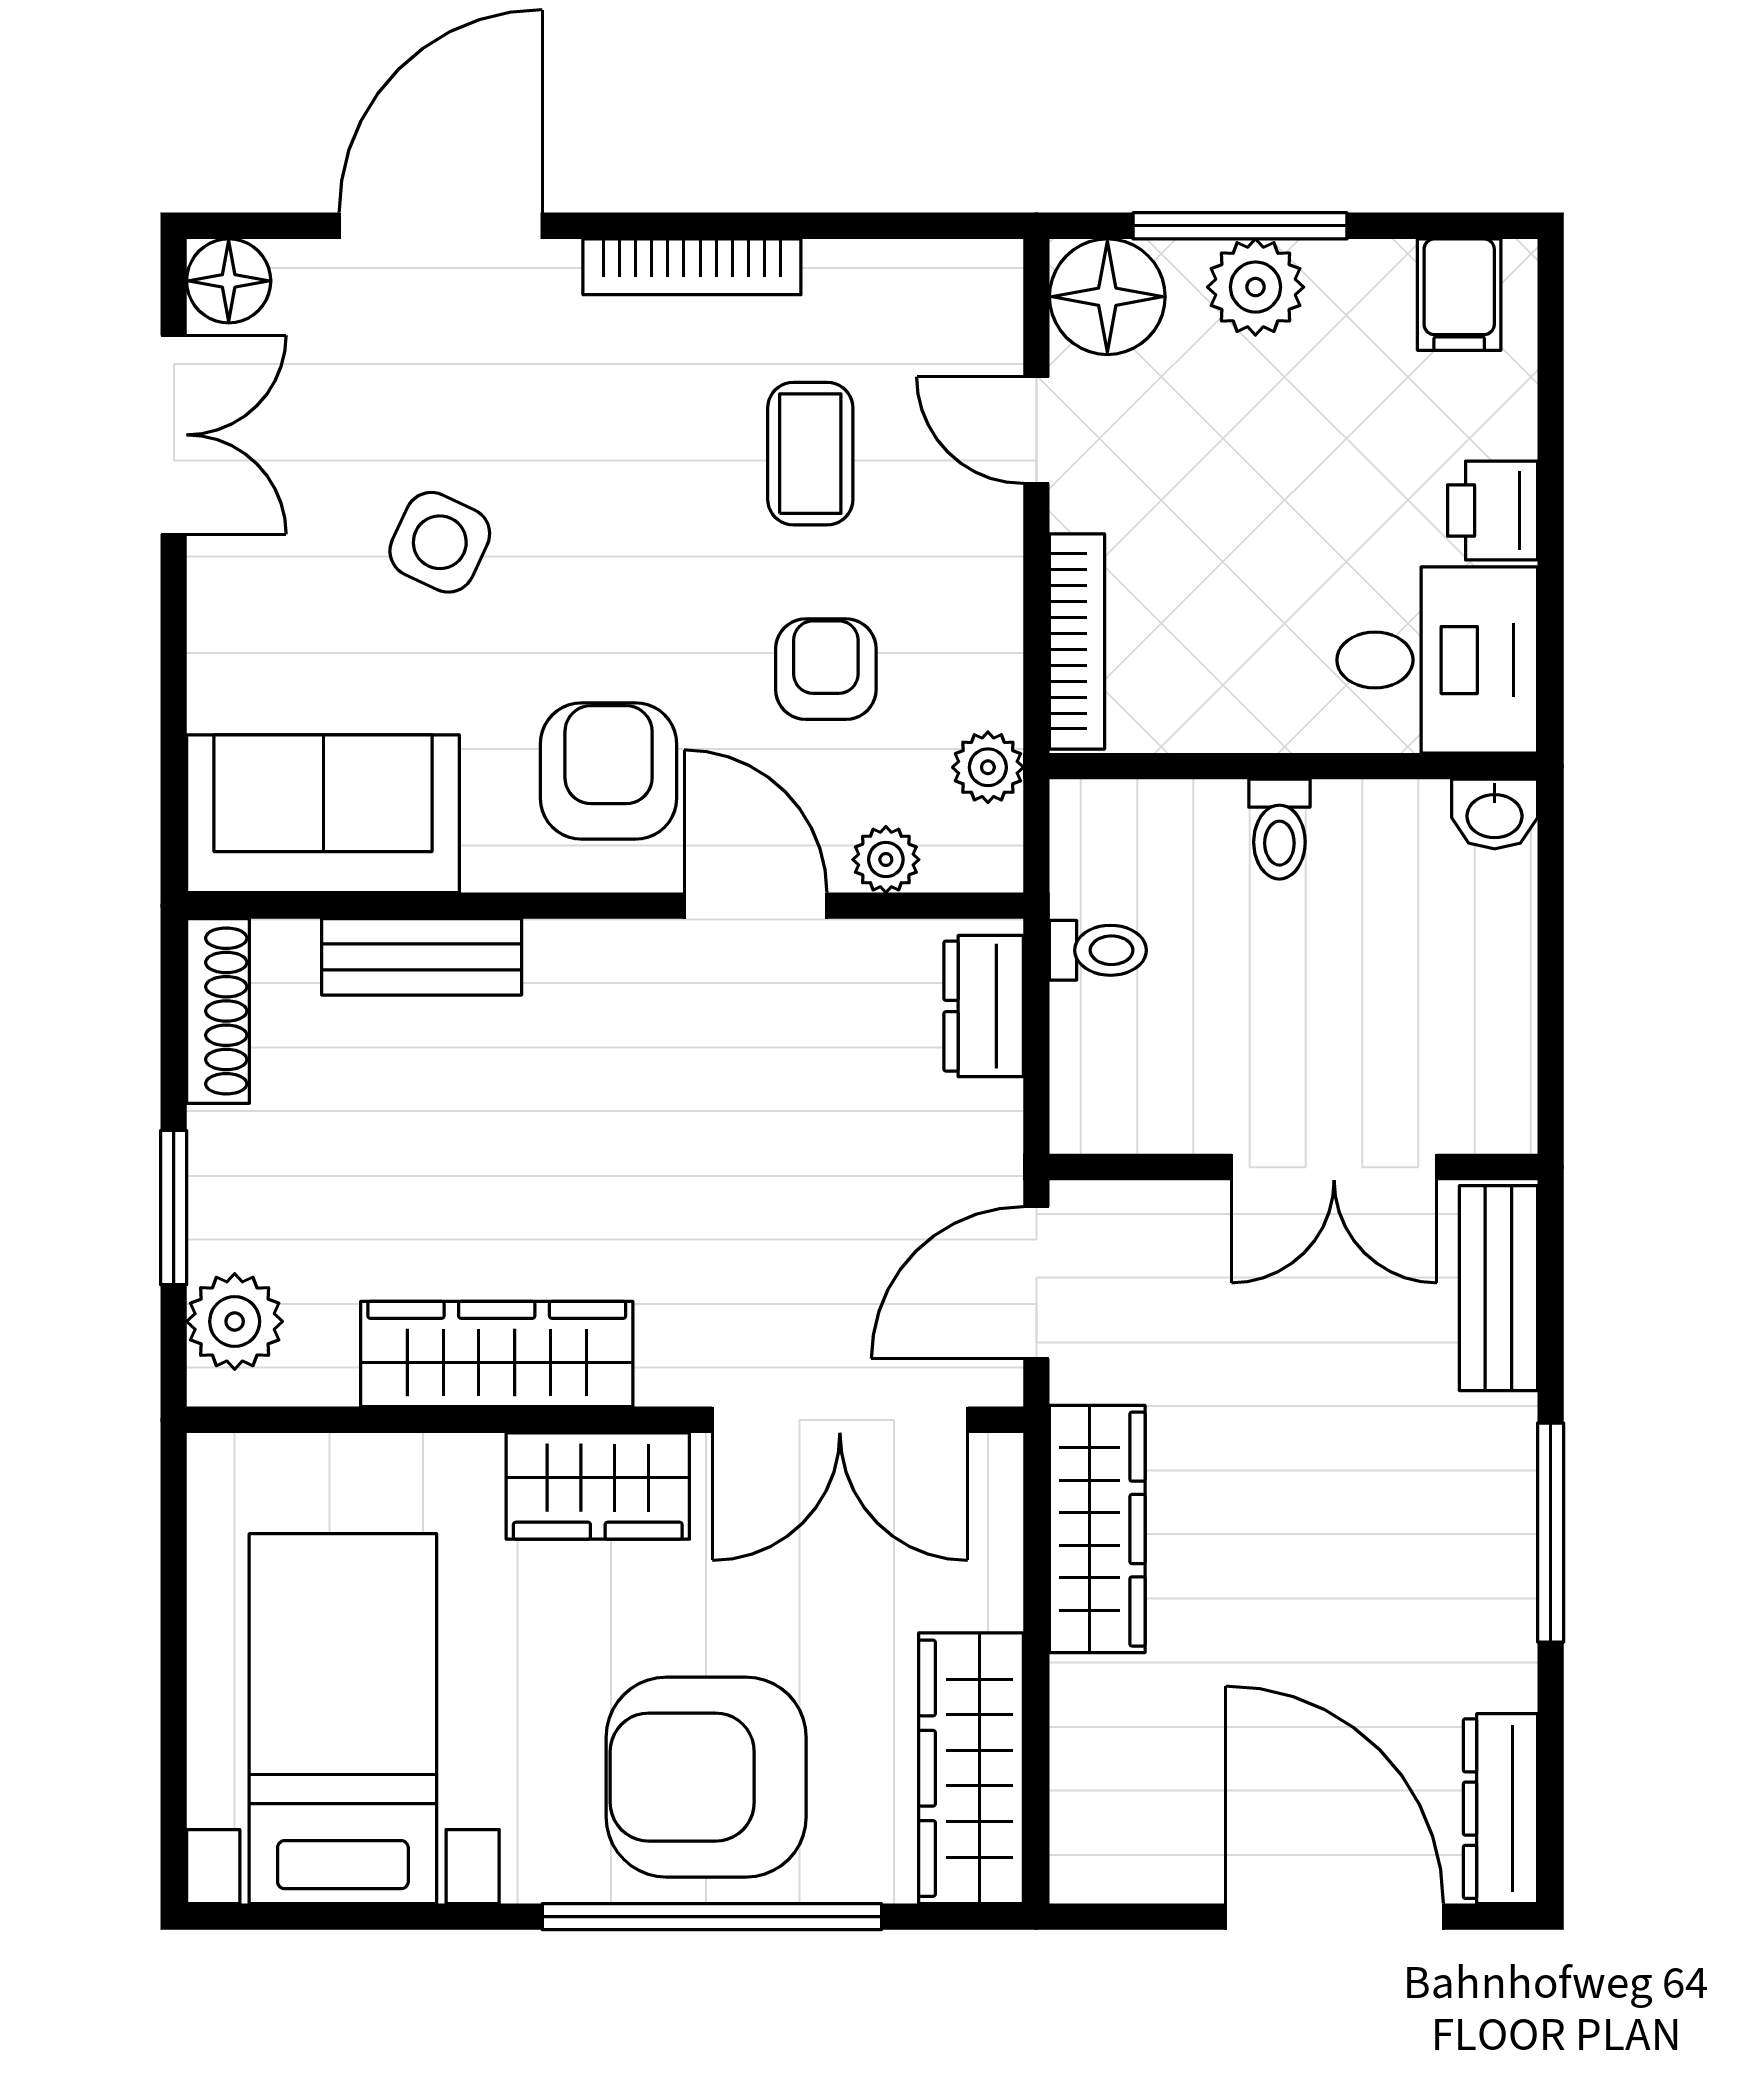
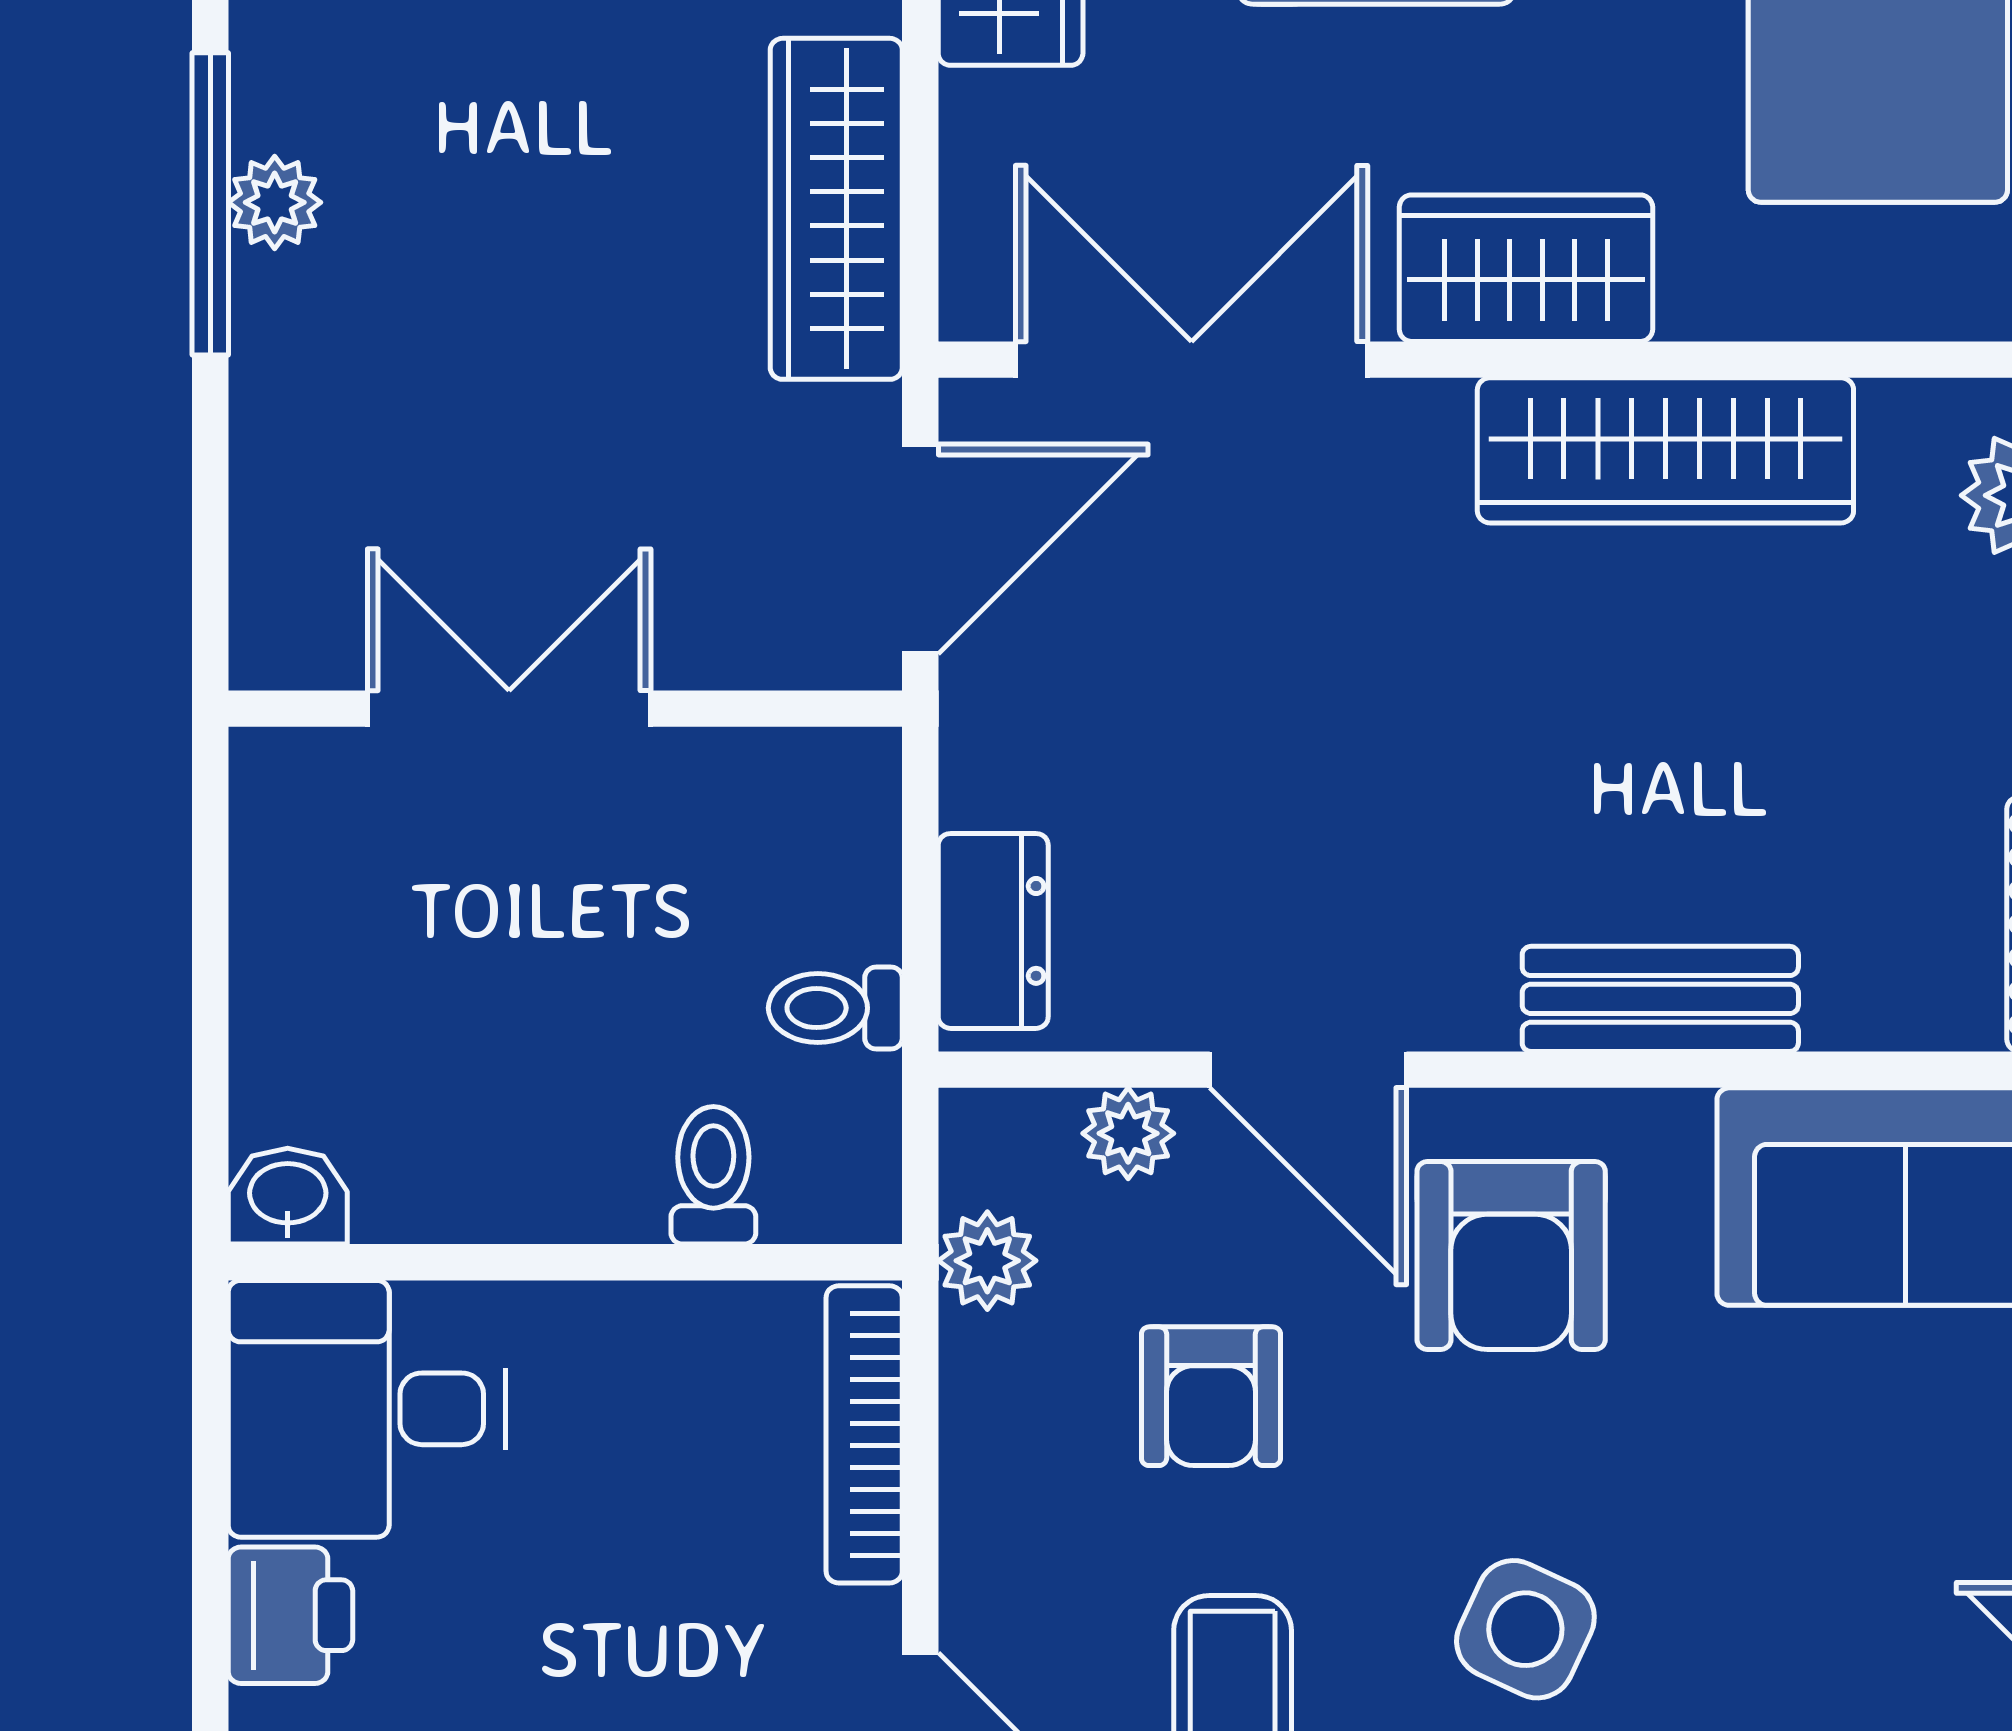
side table: (440, 542) -> (1525, 1629), moved
toilet: (1279, 829) -> (713, 1175), moved
bench: (422, 957) -> (1660, 999), moved
bench: (1498, 1288) -> (282, 541), removed
plant: (1504, 1534) -> (275, 202), added

